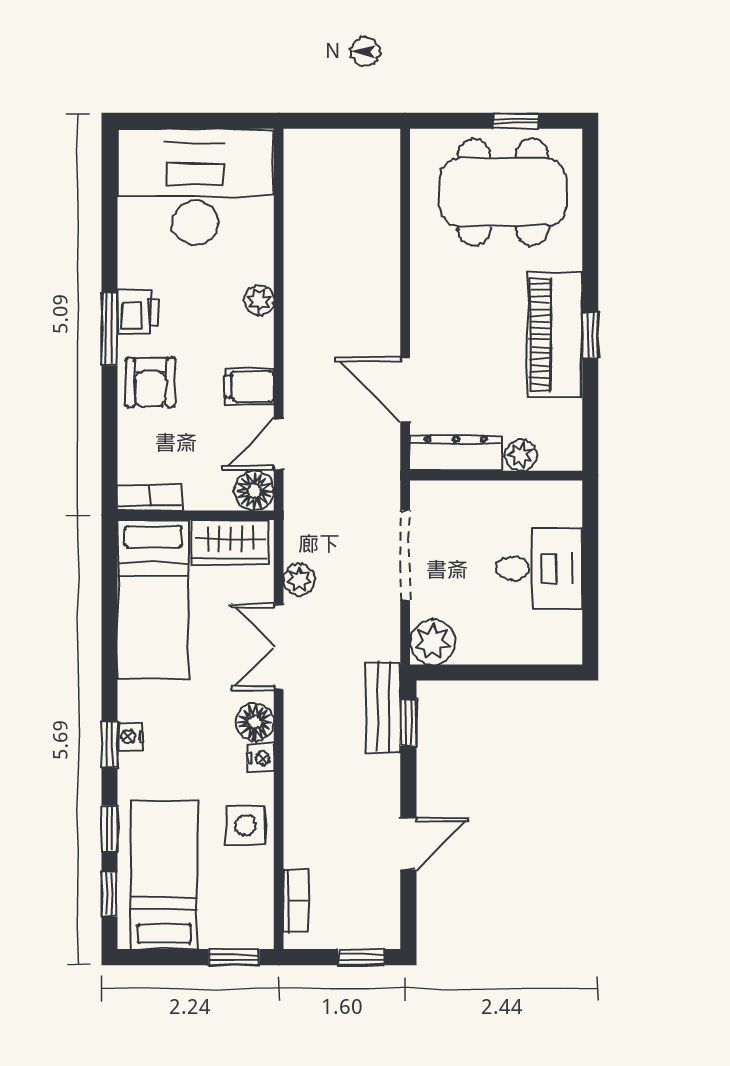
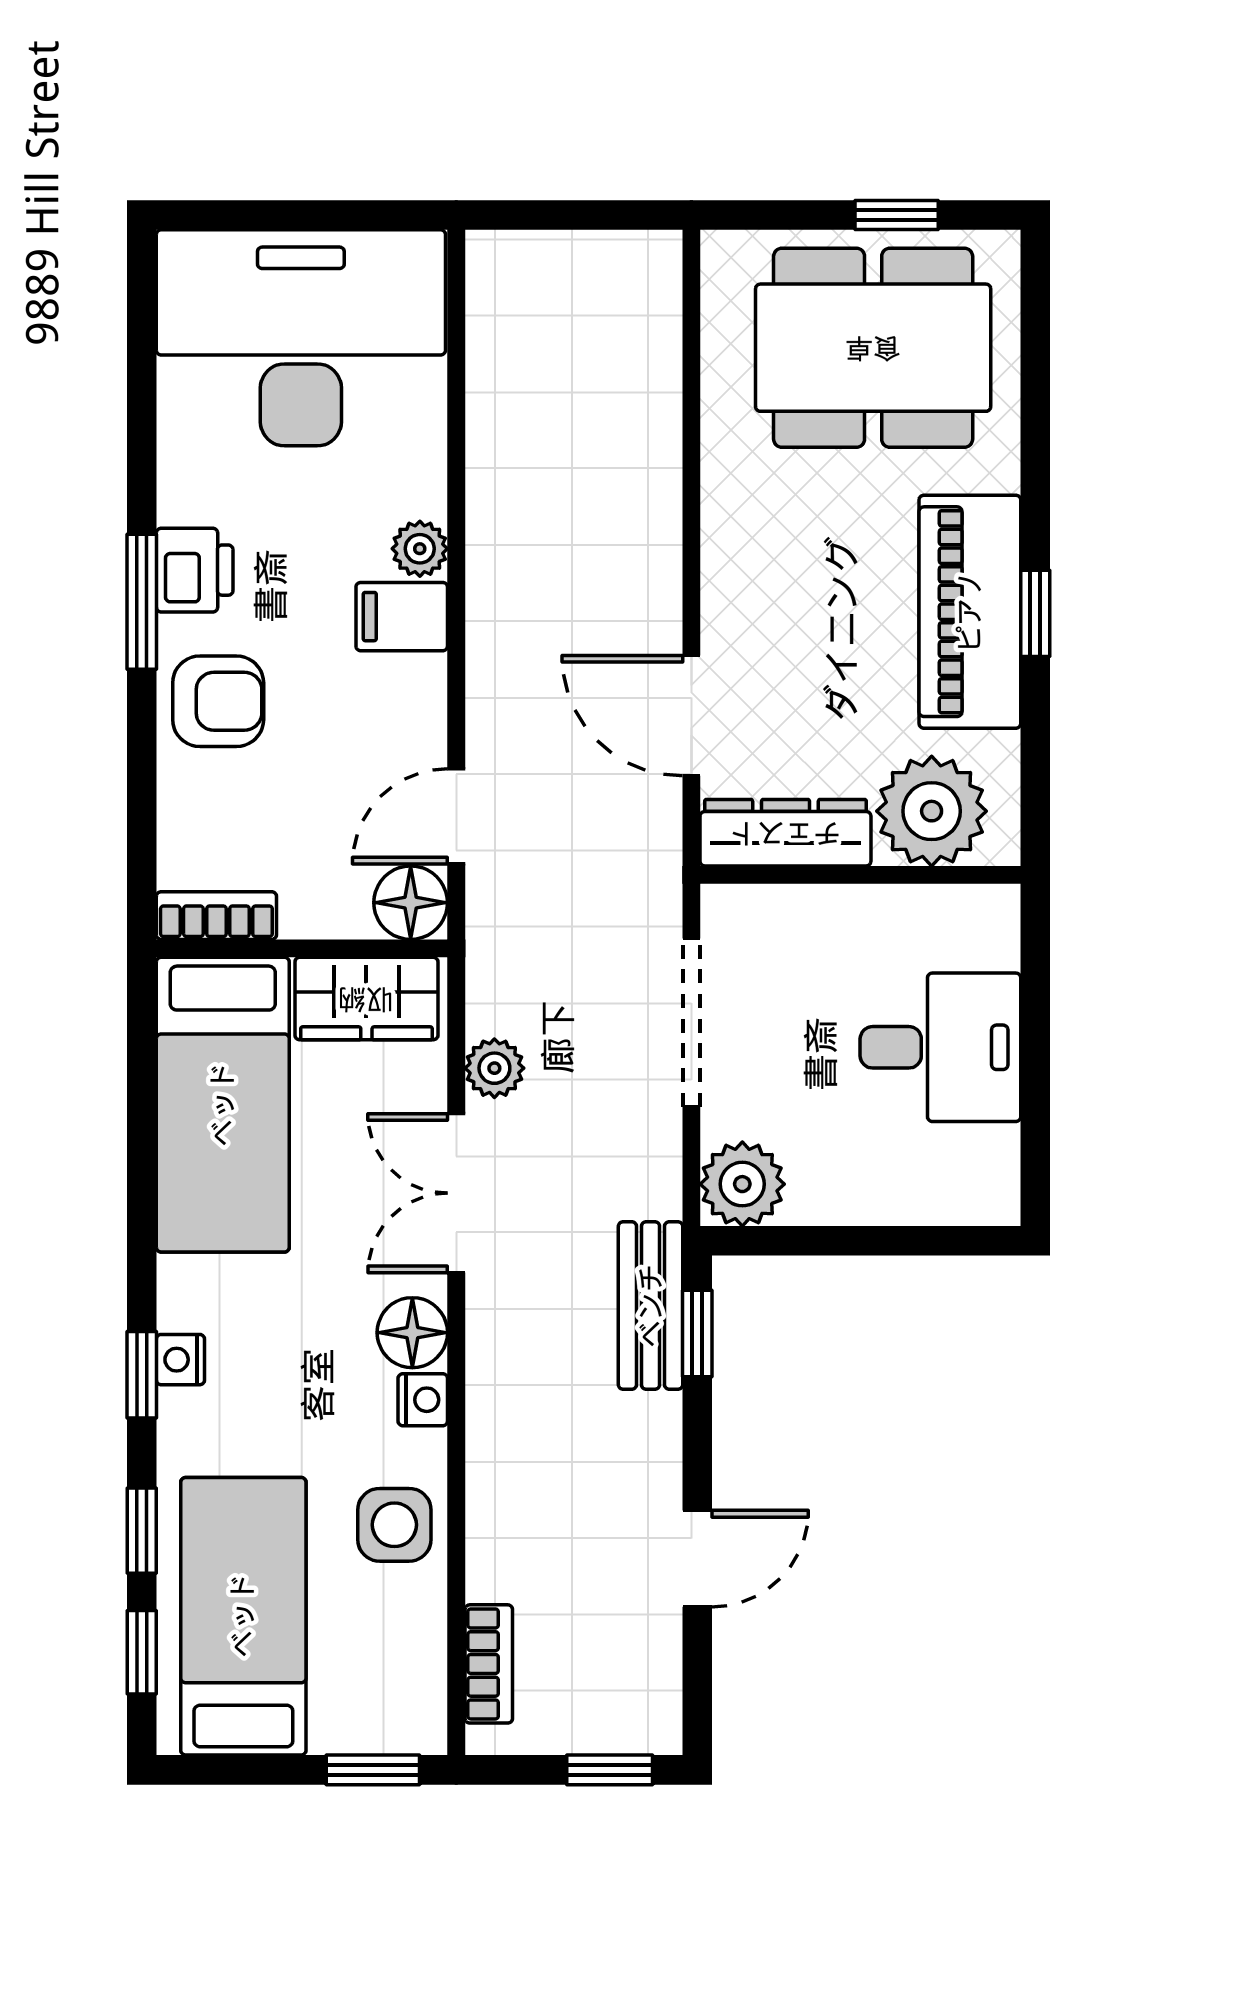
armchair: (151, 382) -> (218, 701), turned -90
filing cabinet: (249, 386) -> (402, 617), moved
plant: (521, 455) -> (932, 811), width x1.87, depth x1.87

